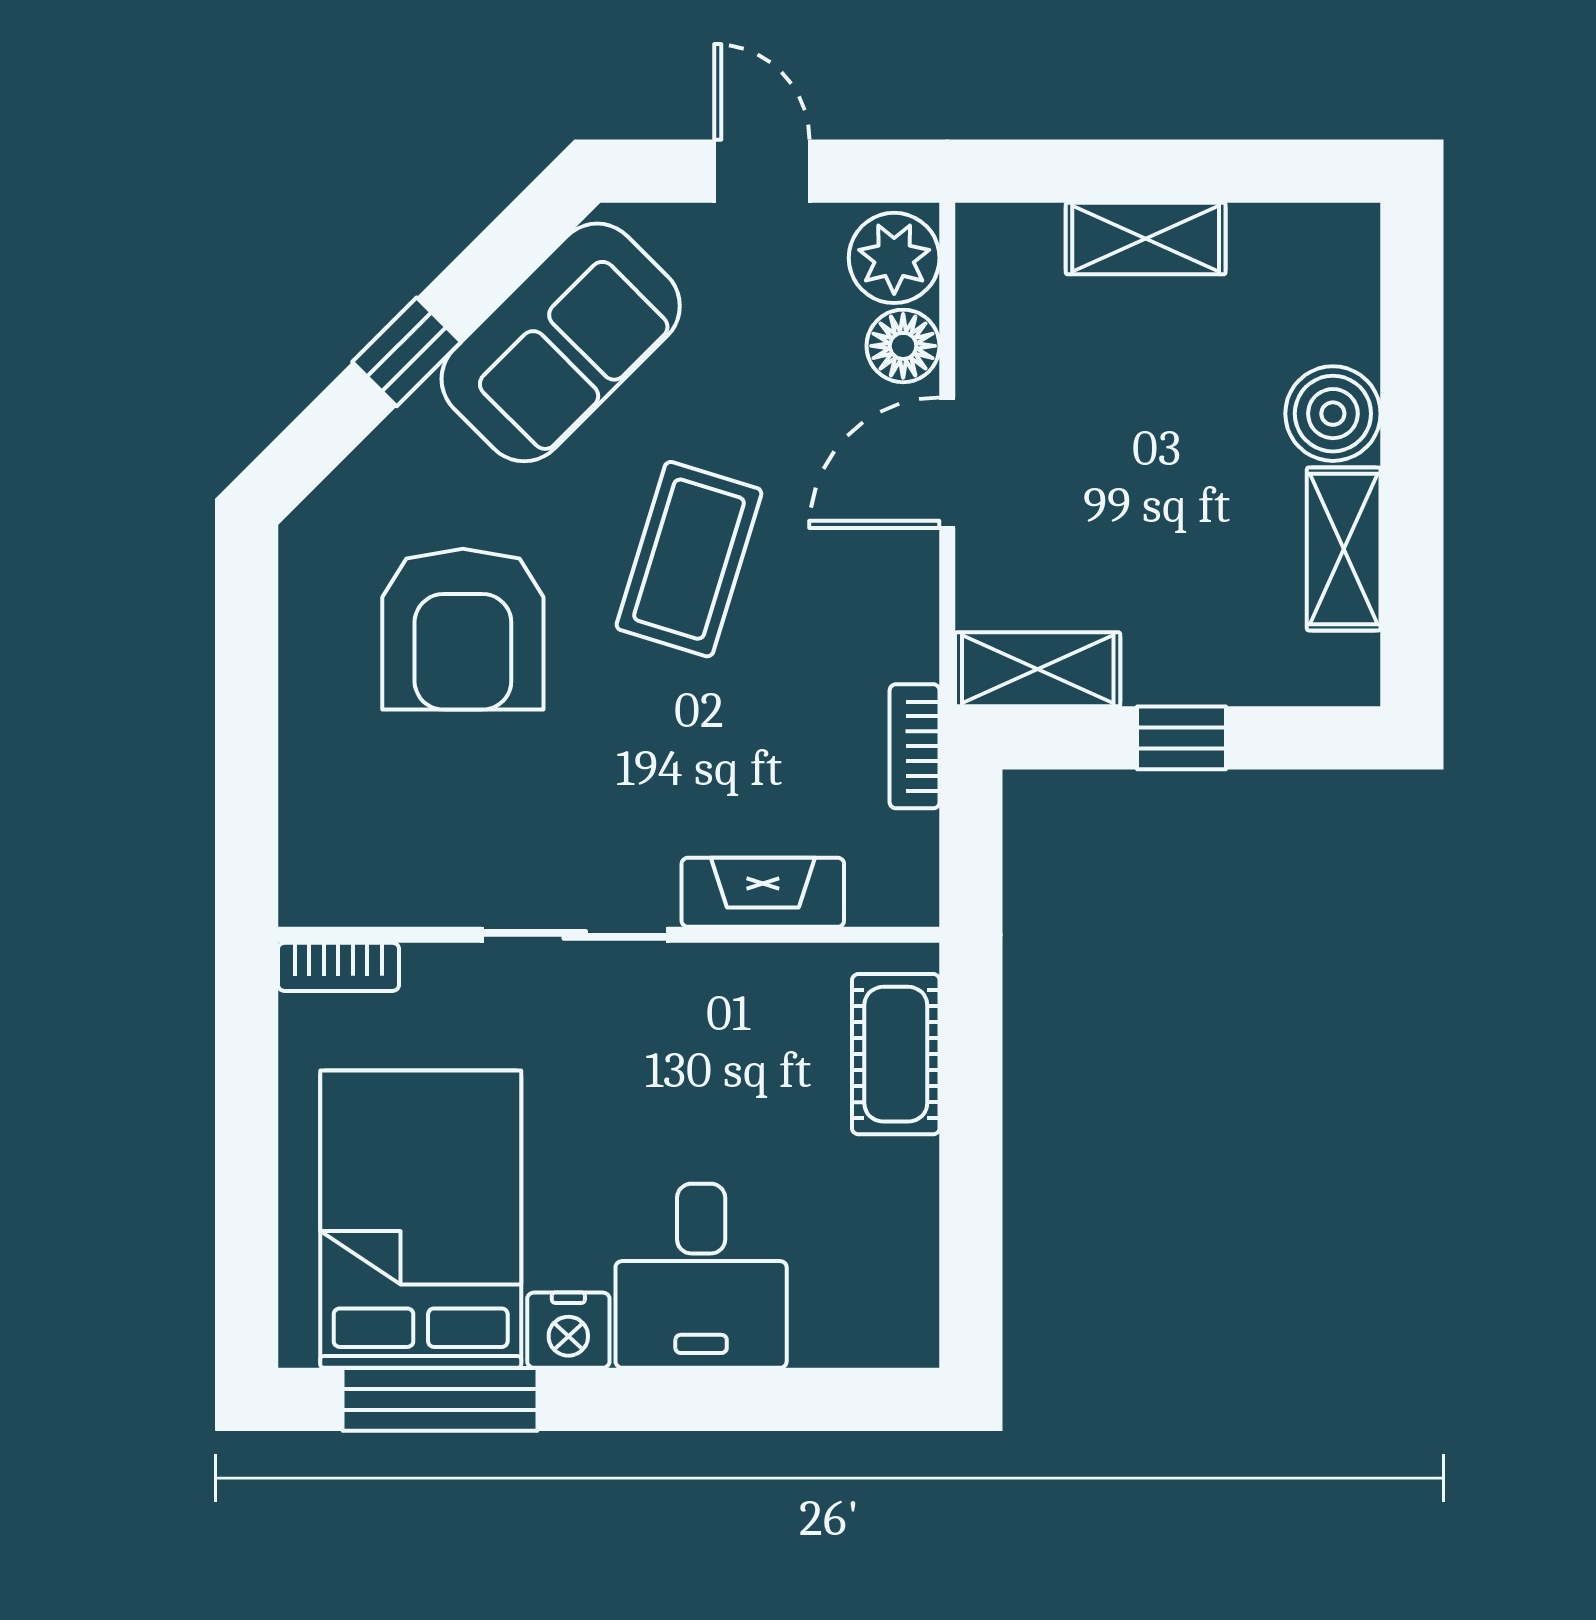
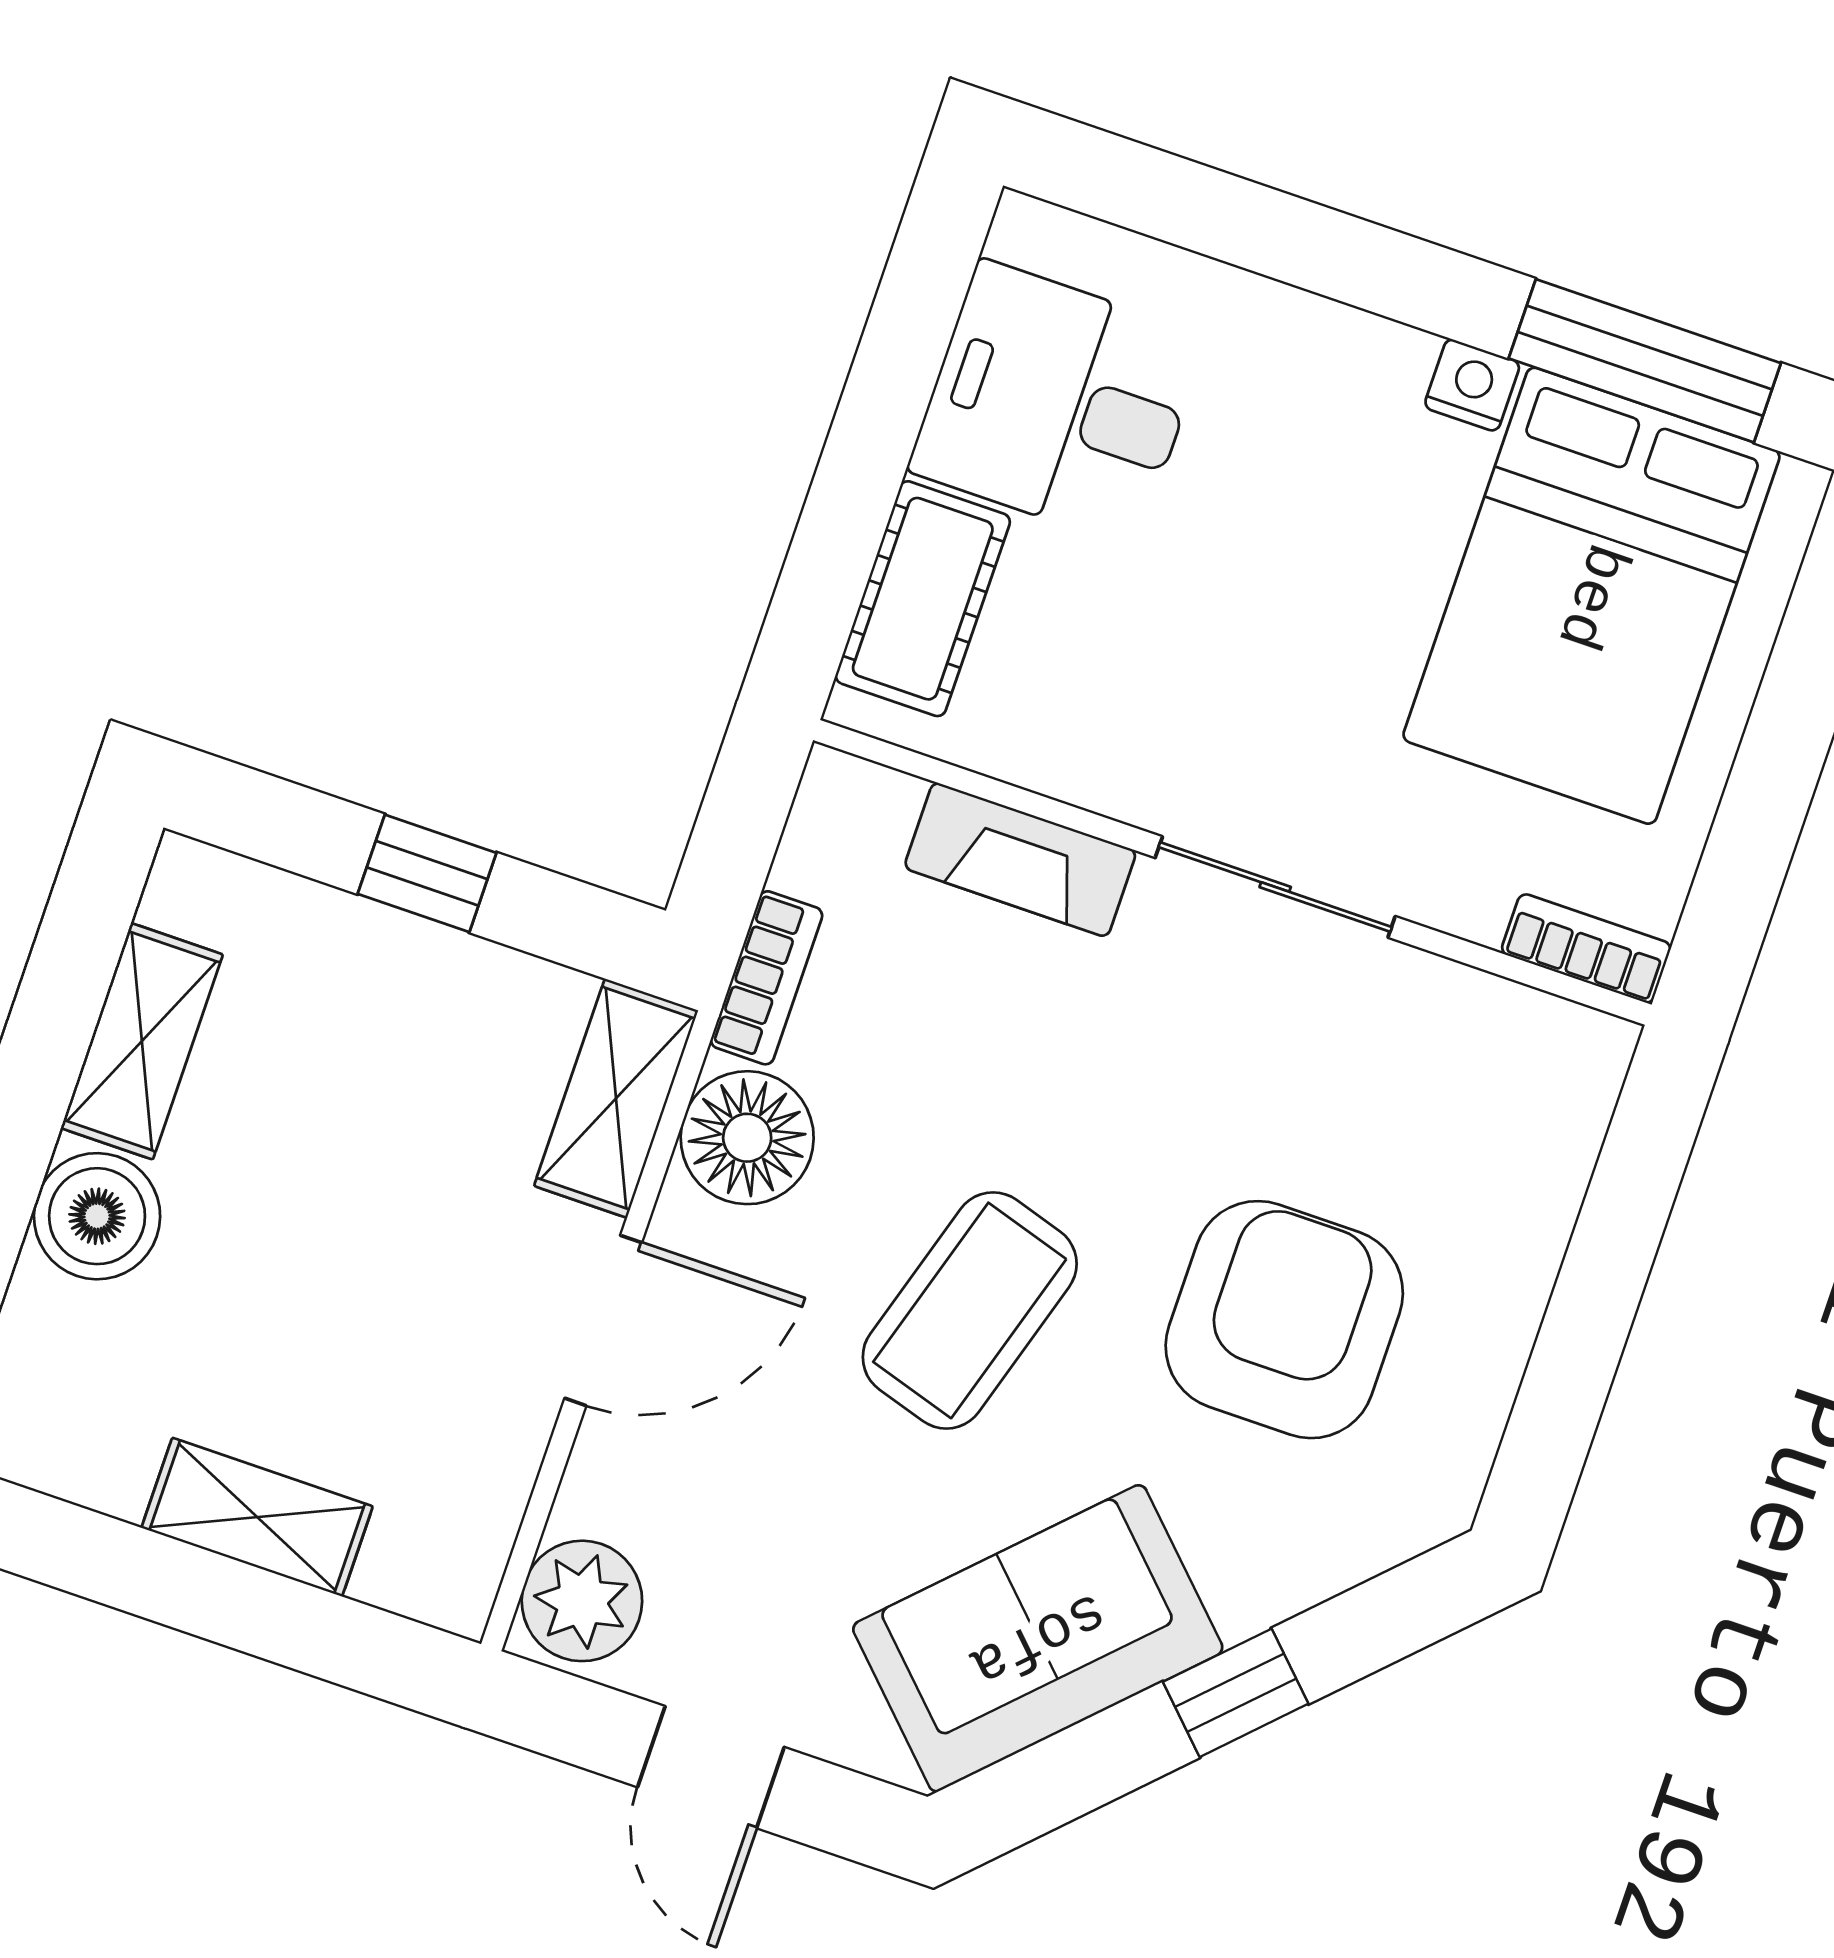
floor lamp: (903, 346) -> (747, 1138), moved, width x1.38, depth x1.38
shelving: (1038, 669) -> (616, 1098), moved, turned 90
desk: (701, 1276) -> (1058, 403), moved, turned -90
nightstand: (568, 1330) -> (1472, 385), width x0.72, depth x0.74

